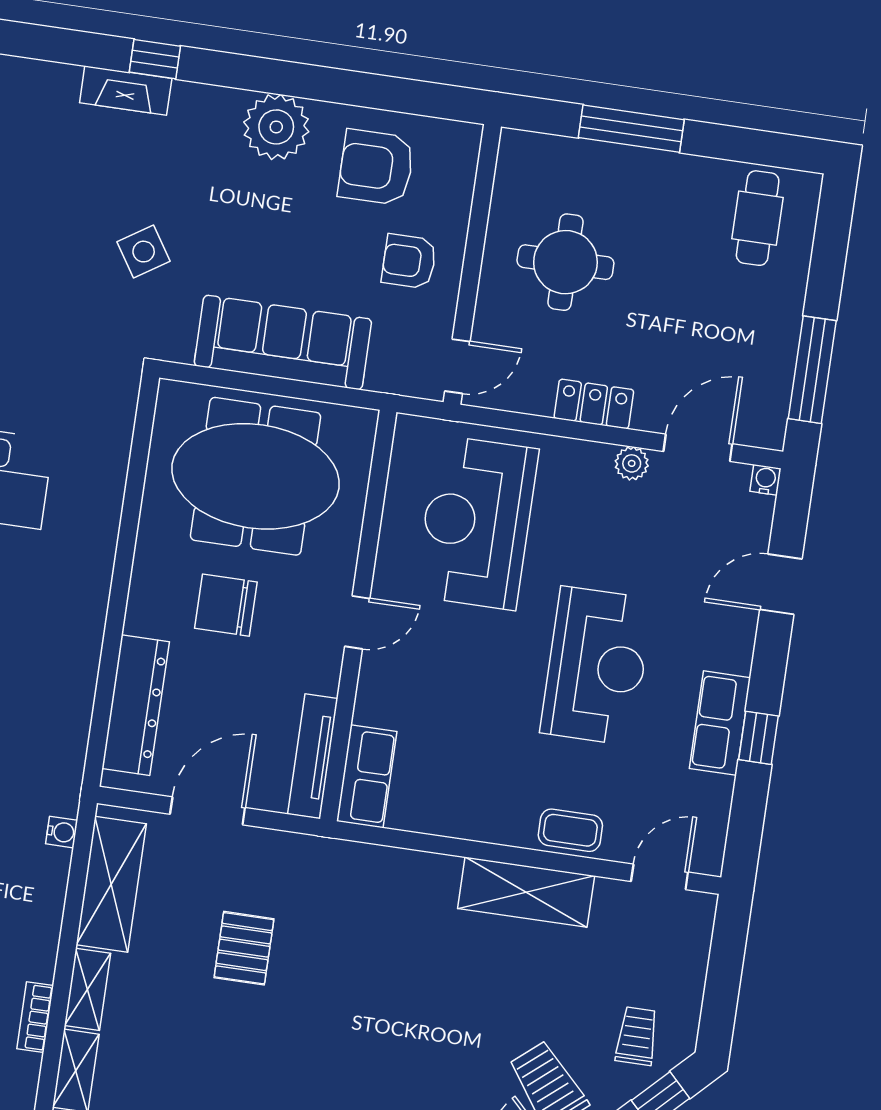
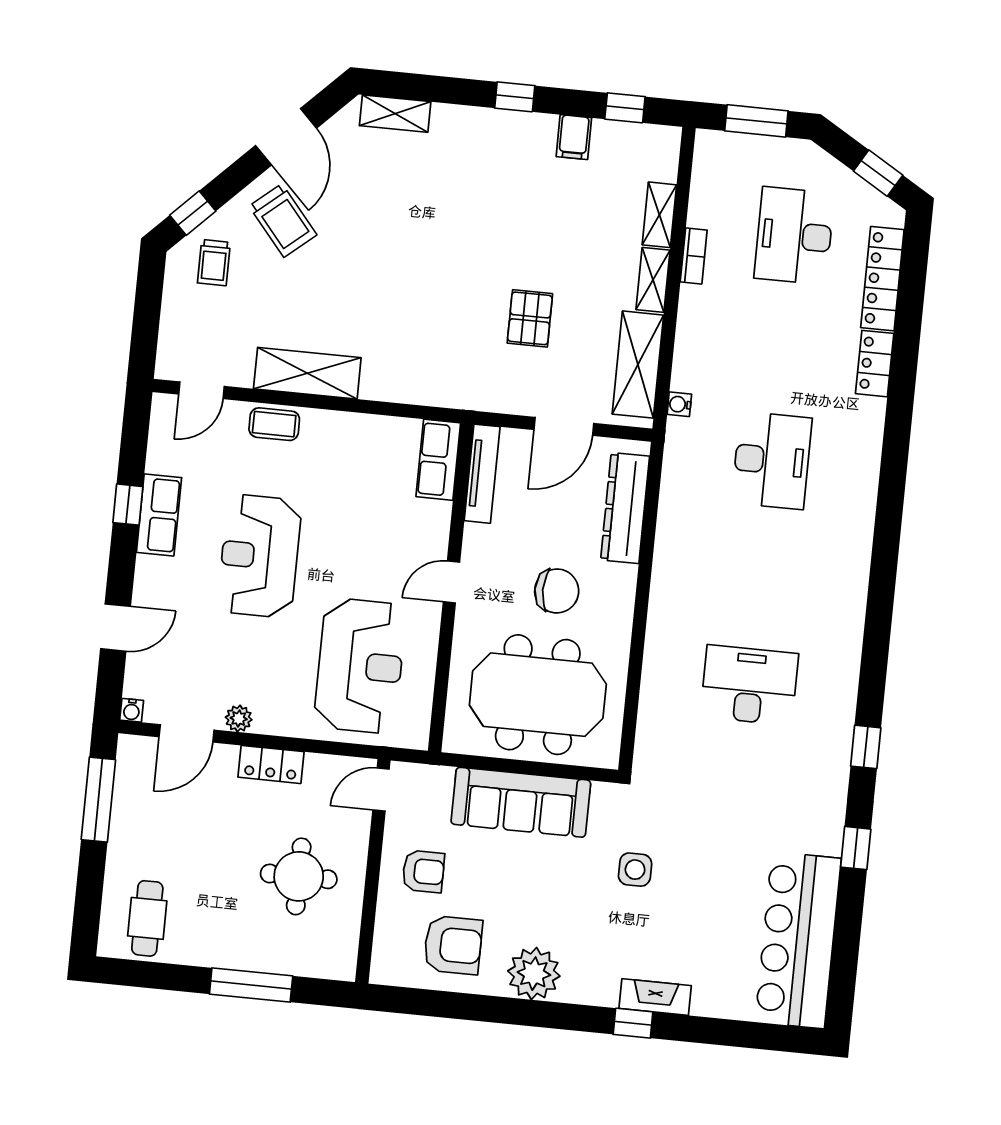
side table: (144, 252) -> (635, 870), turned 33

